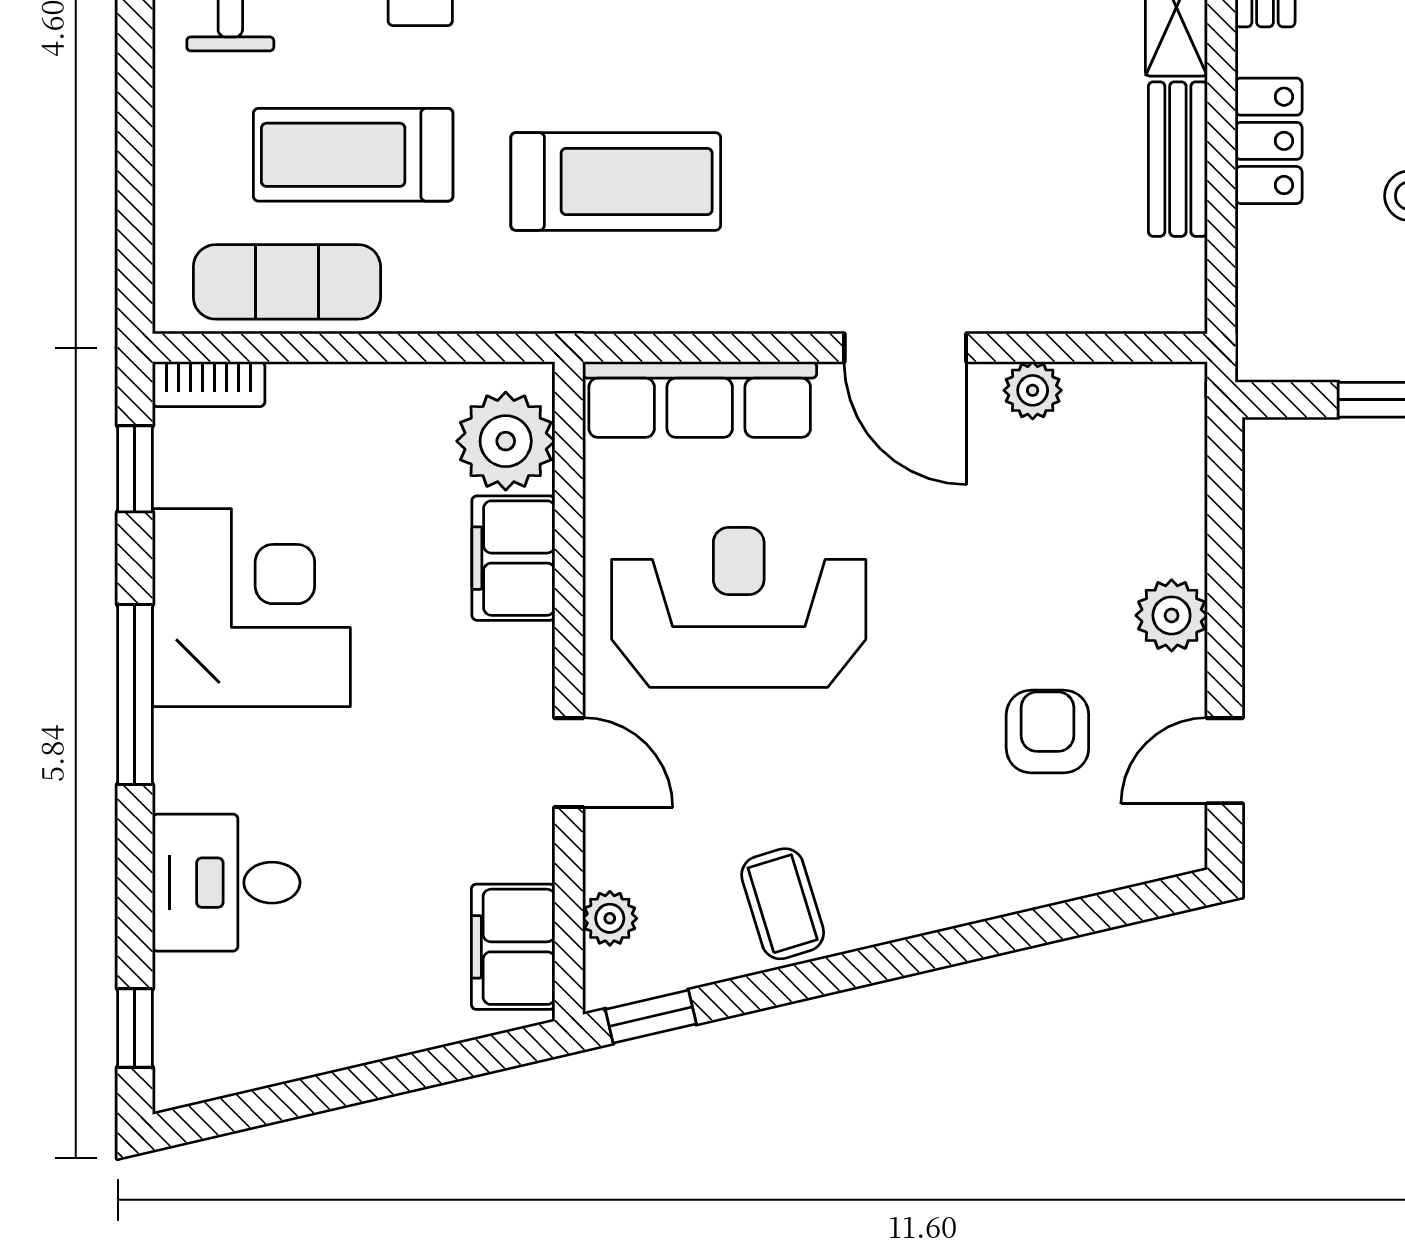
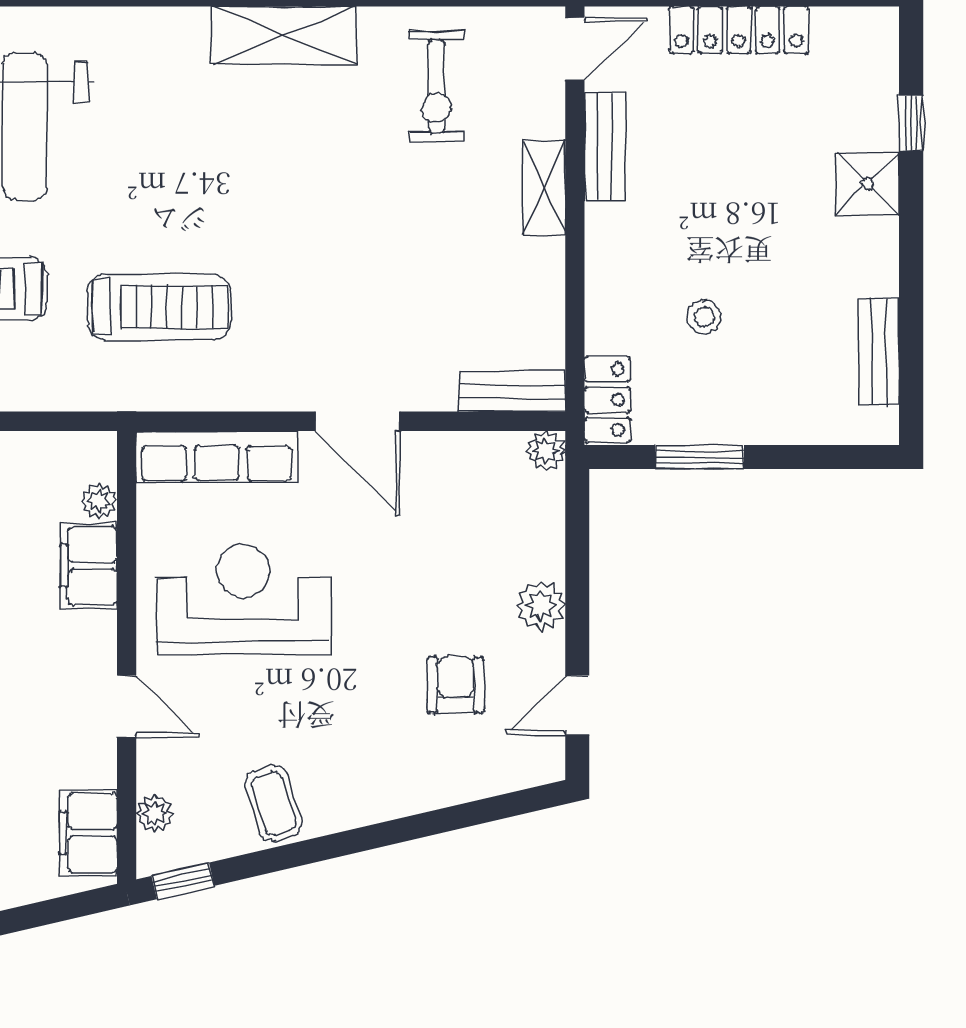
locker: (1269, 141) -> (607, 400), moved
bench: (1178, 159) -> (512, 391), moved, turned 90
plant: (1033, 390) -> (546, 451), moved
plant: (506, 441) -> (99, 501), width x0.53, depth x0.53

